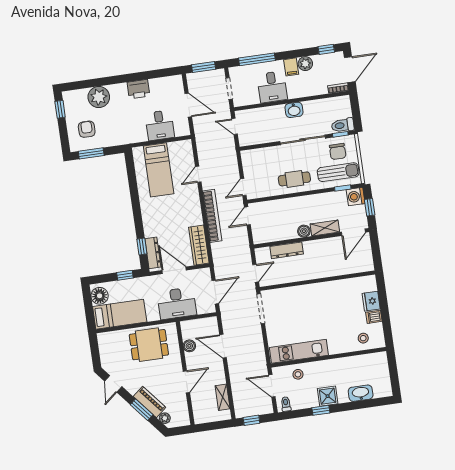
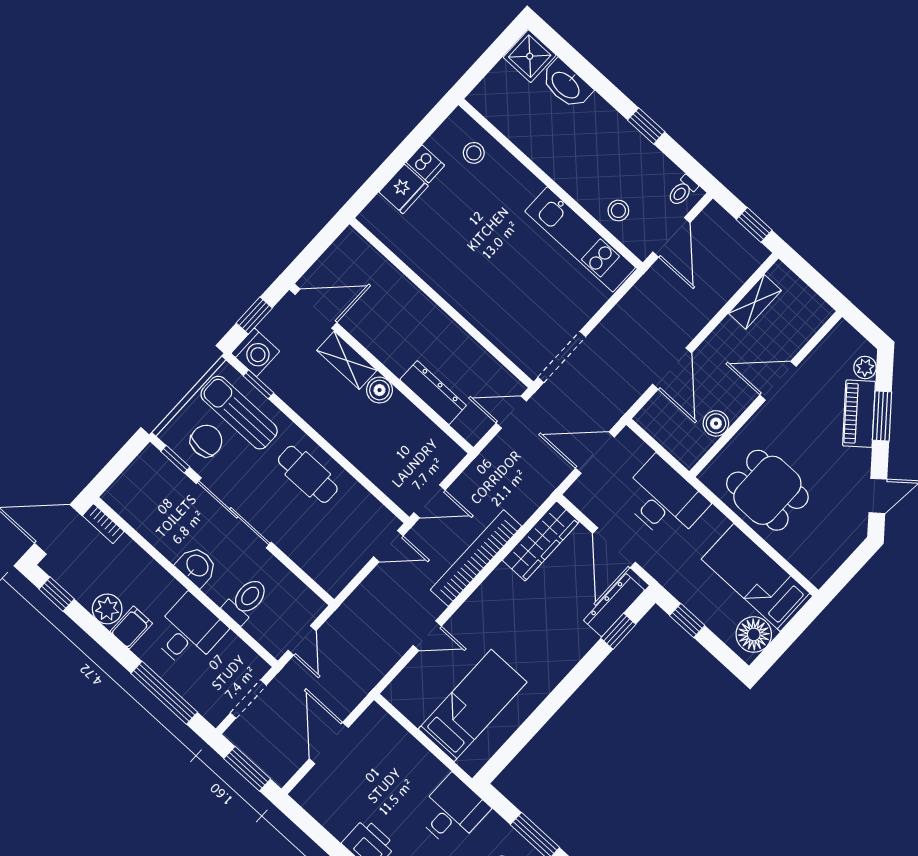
desk: (160, 125) -> (452, 811), moved
toilet: (343, 125) -> (246, 601), moved, turned -90
shower: (328, 396) -> (530, 56), moved

